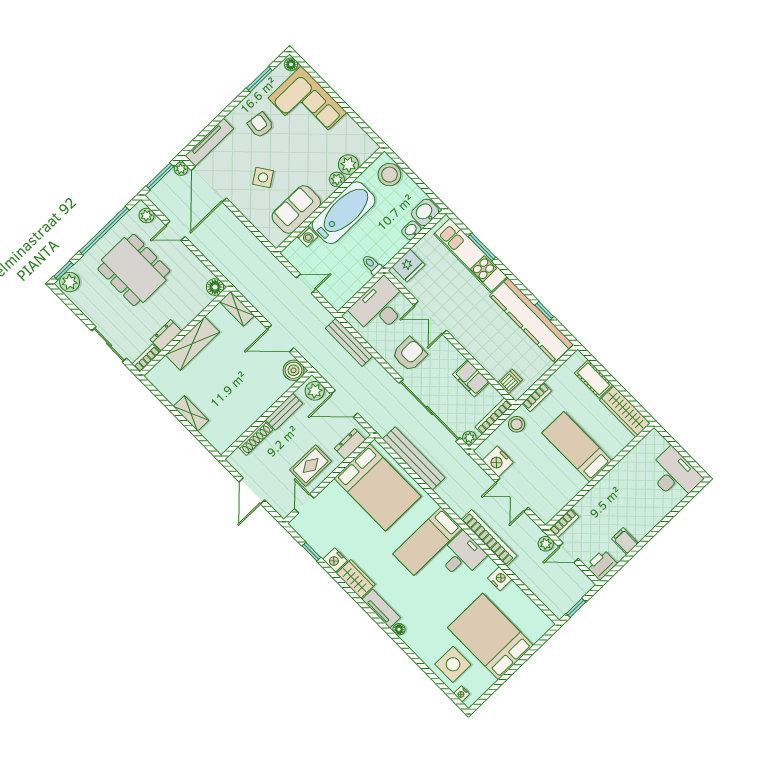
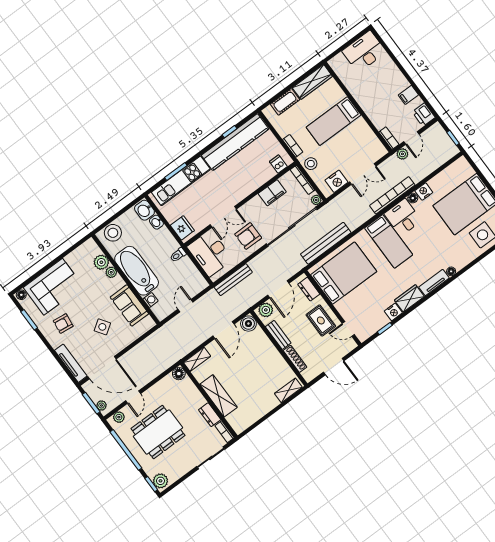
plant: (181, 169) -> (102, 405), moved
armchair: (409, 354) -> (248, 236), turned -90
shelving: (191, 413) -> (288, 390), moved
floor lamp: (489, 565) -> (413, 198), added

